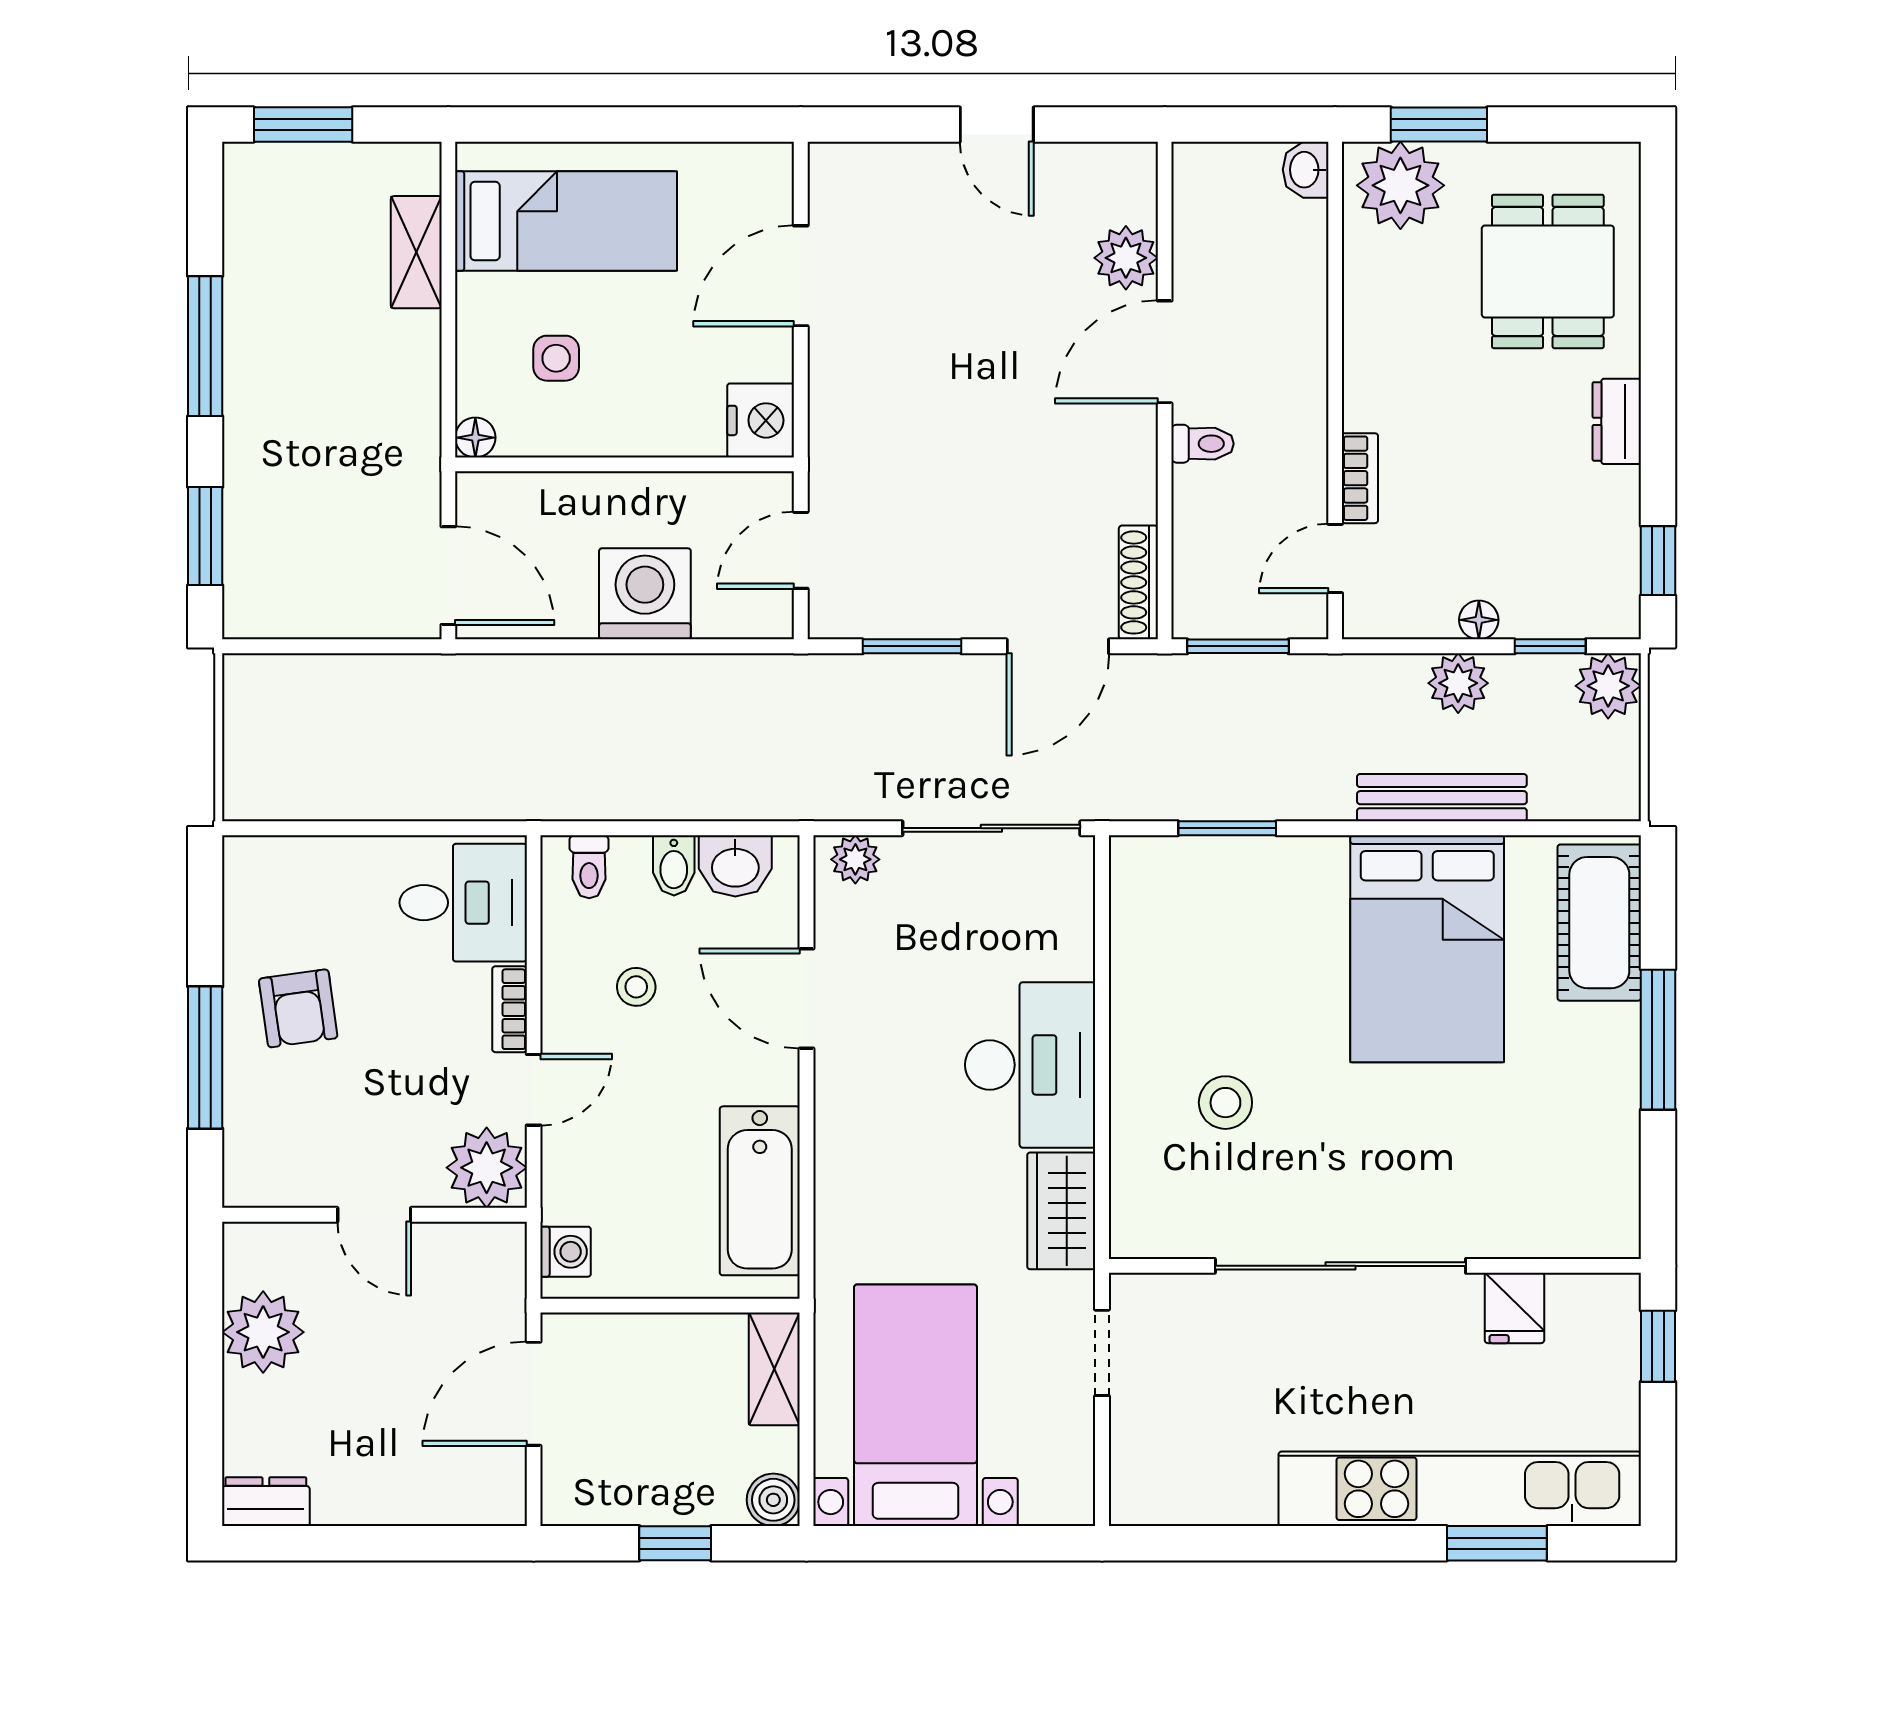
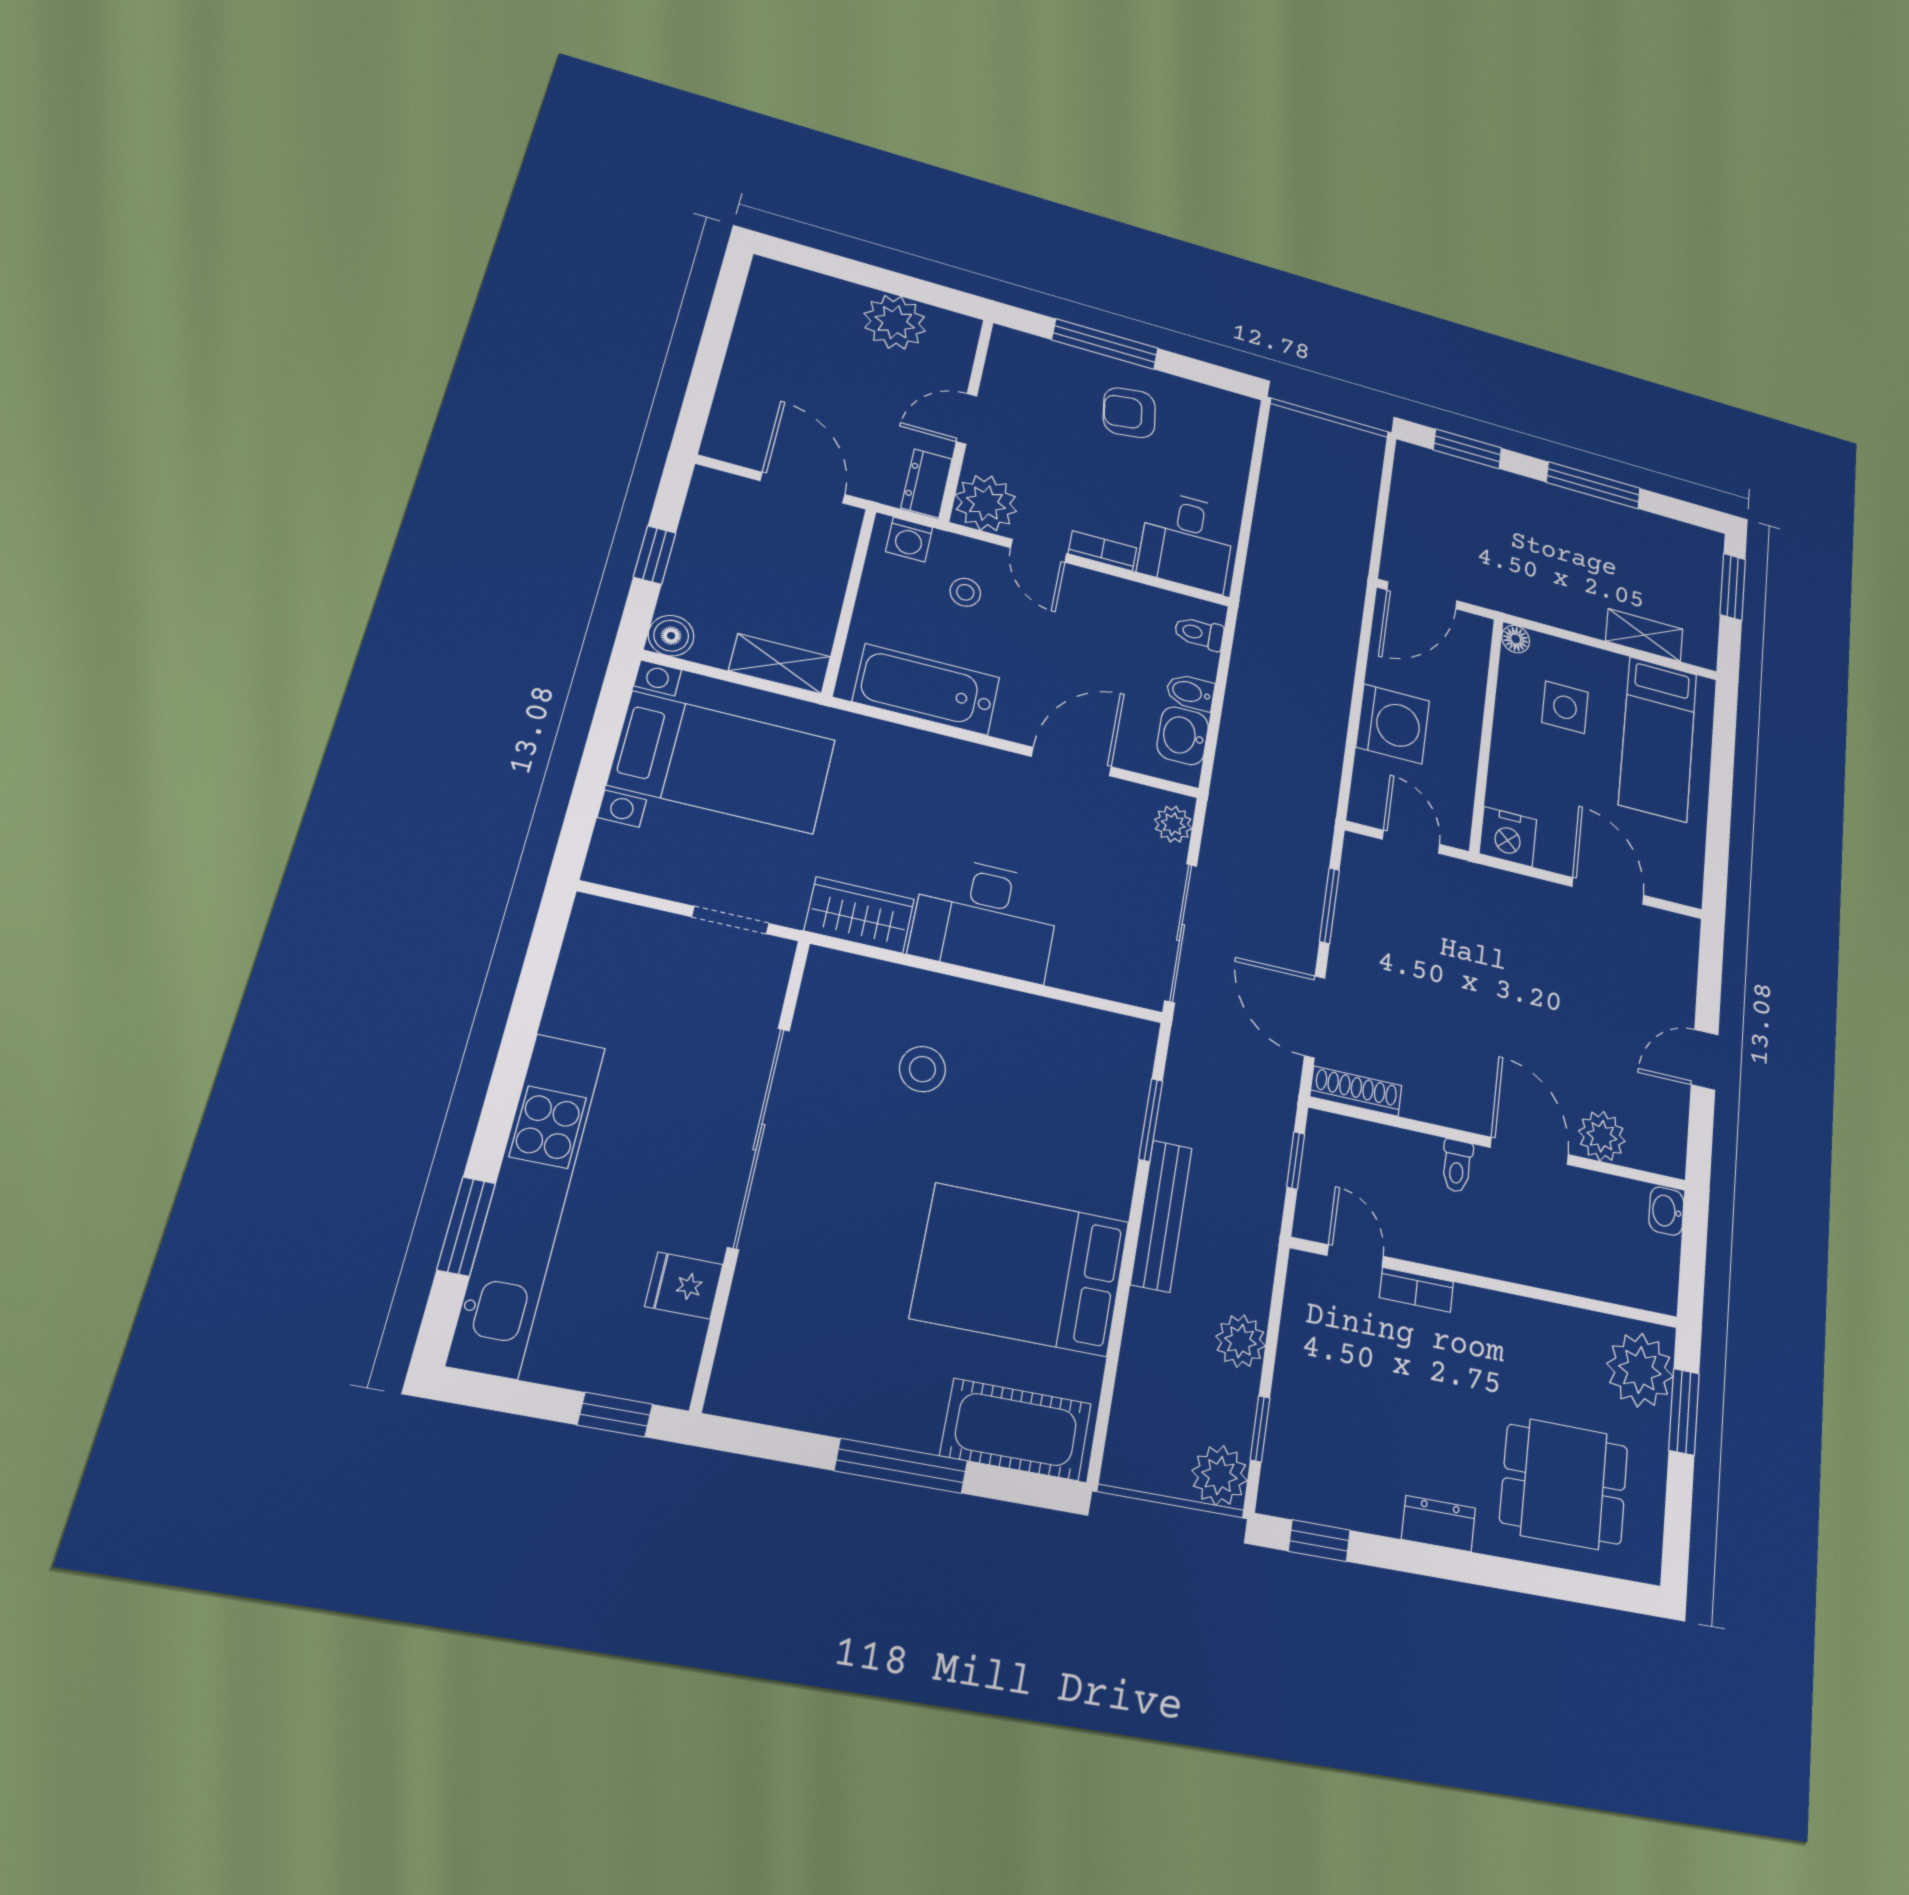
washbasin: (1306, 170) -> (1666, 1211), moved, turned -90
side table: (556, 358) -> (1565, 707), width x1.37, depth x1.37
floor lamp: (1479, 620) -> (1290, 1369), removed
window: (1238, 646) -> (1296, 1160), width x0.67
bench: (1442, 798) -> (1161, 1216), moved
stool: (636, 987) -> (965, 592), moved
dresser: (266, 1502) -> (927, 483), moved, turned 180

